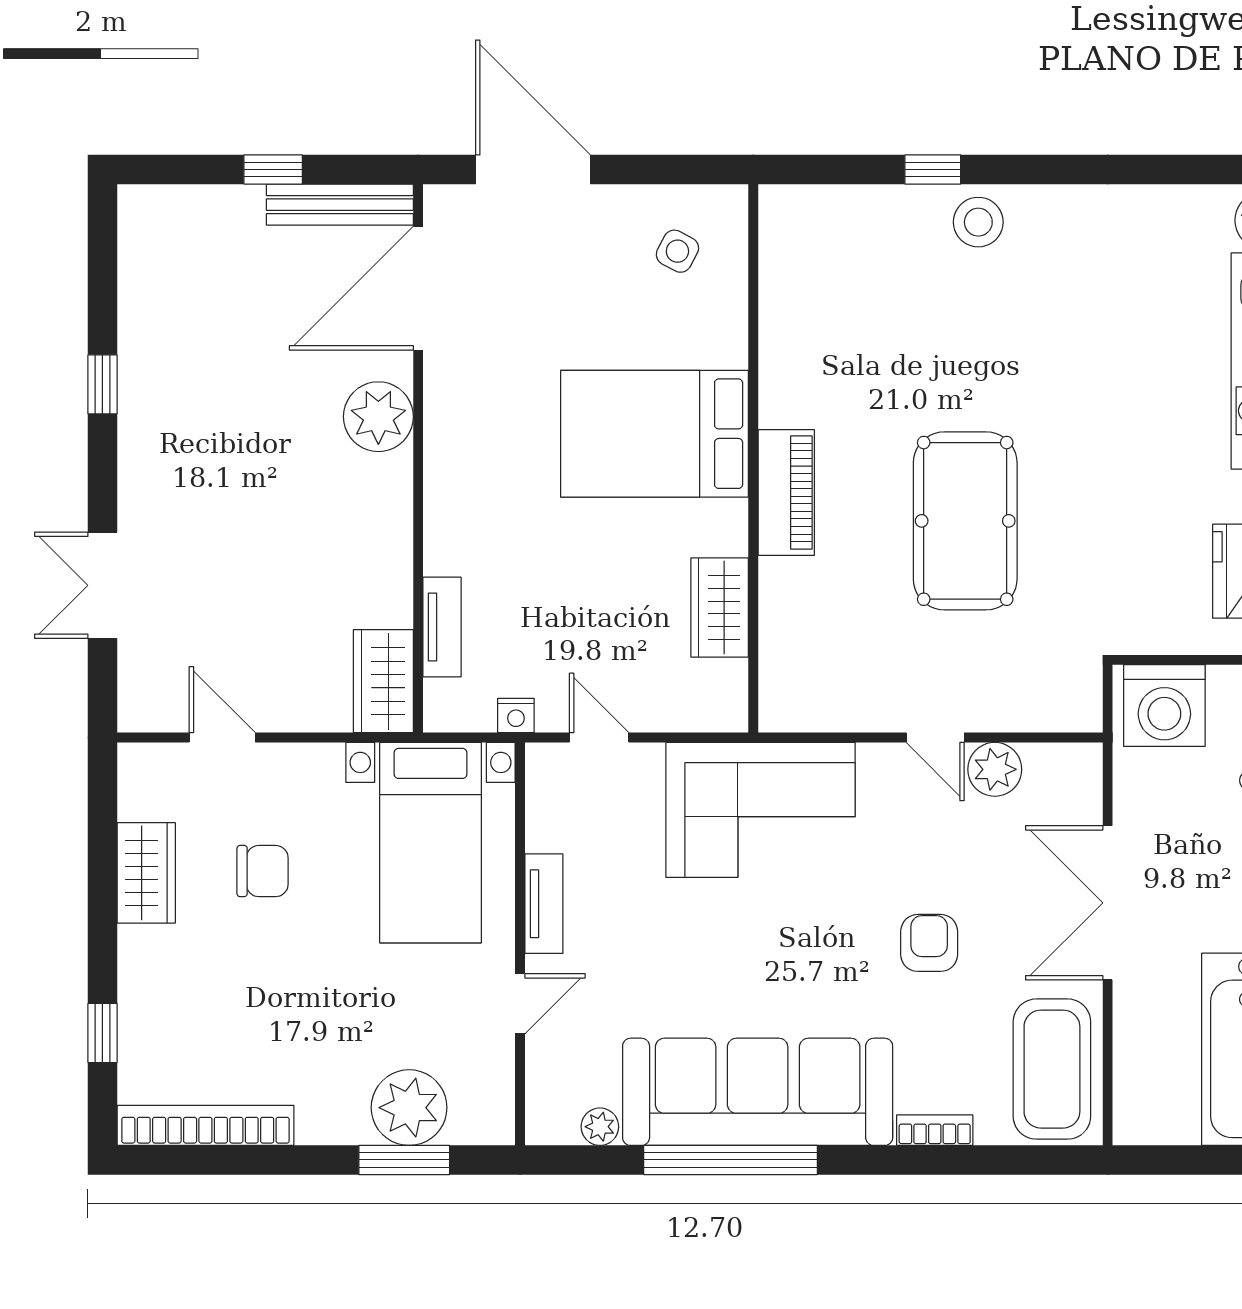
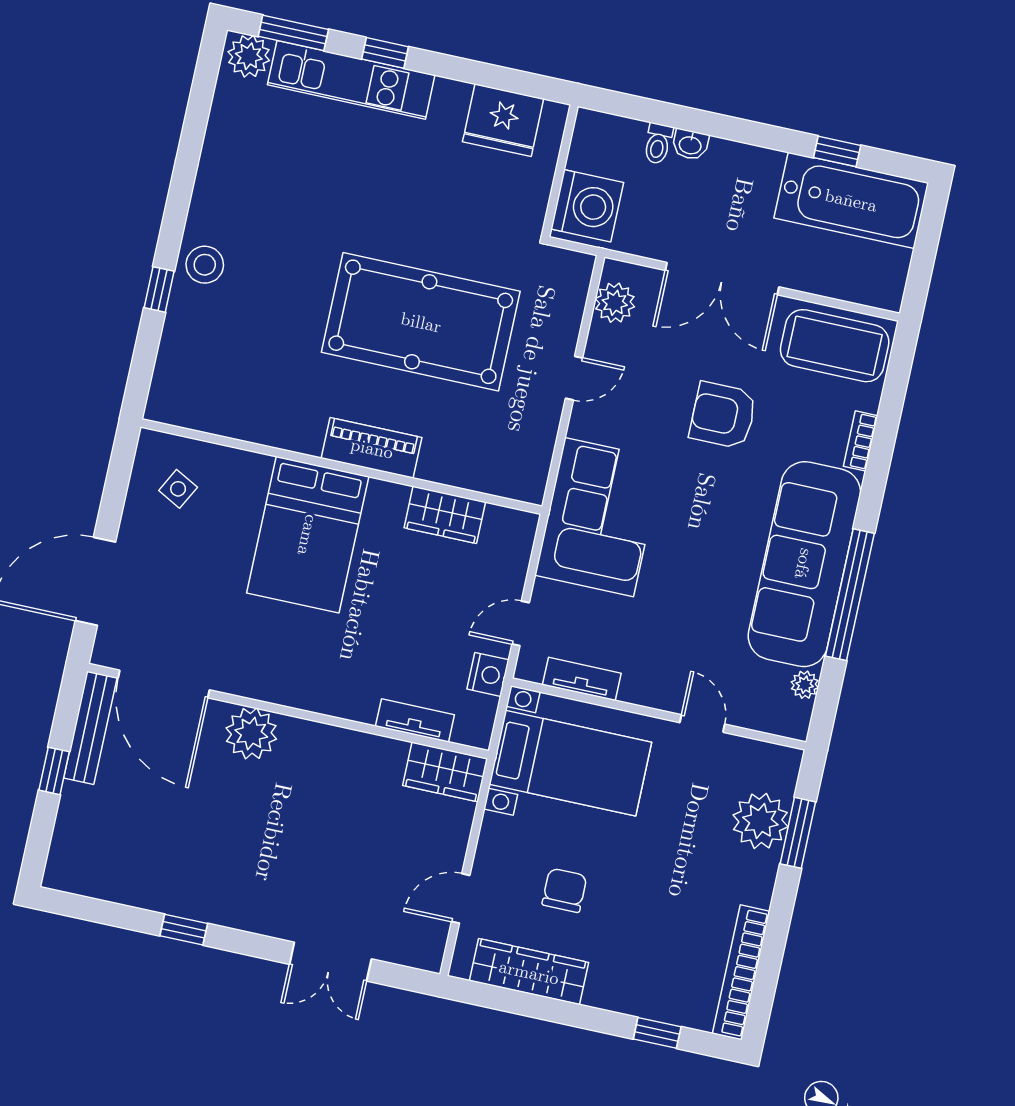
pool table: (965, 521) -> (421, 322), width x1.36, depth x1.32
nightstand: (516, 715) -> (488, 674), width x1.39, depth x1.35
plant: (995, 769) -> (615, 303), moved
wardrobe: (146, 873) -> (529, 972), width x1.50
tv unit: (544, 904) -> (582, 679), moved
armchair: (929, 943) -> (723, 415), width x1.38, depth x1.38

